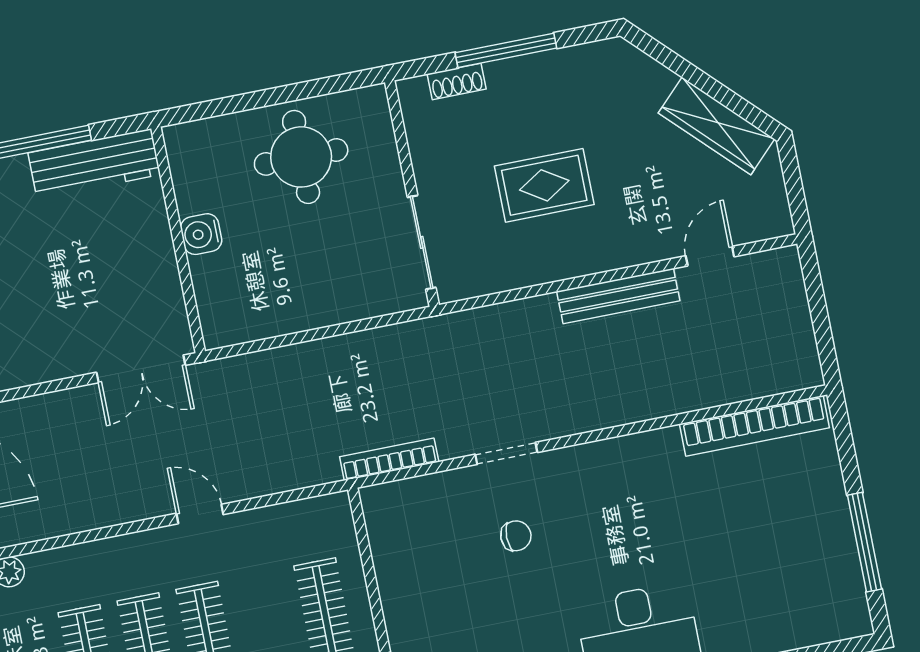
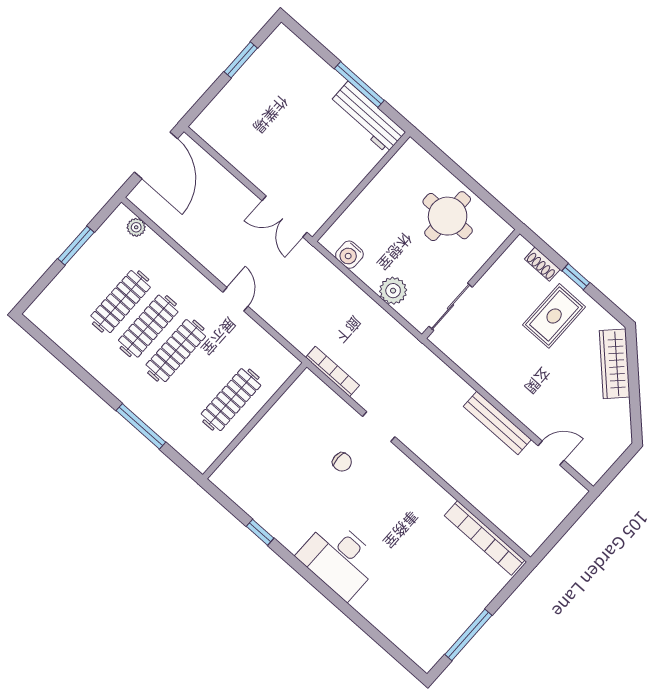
window: (506, 50) -> (576, 277), width x0.46
wardrobe: (717, 126) -> (615, 364), moved
rug: (544, 185) -> (554, 316), moved, turned 90
water cooler: (201, 234) -> (349, 255), moved, turned -90
plant: (344, 301) -> (393, 291), added

